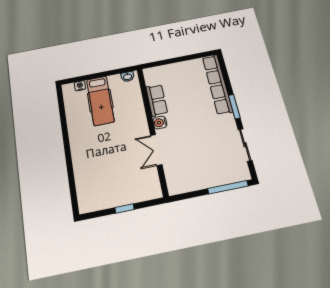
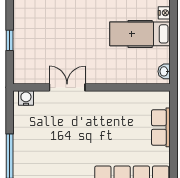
row of seats: (157, 100) -> (161, 127), moved, turned 90
water cooler: (160, 123) -> (26, 98), moved

